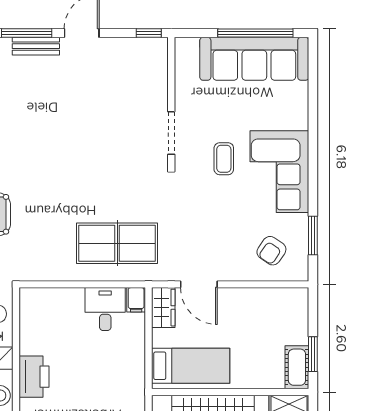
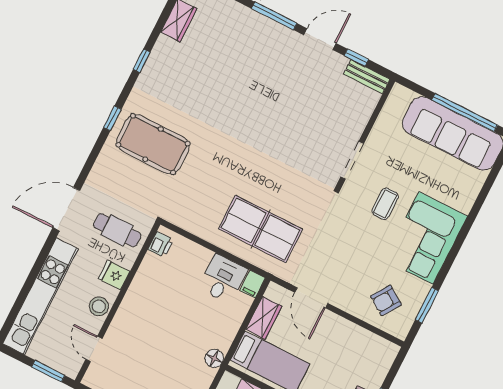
window: (149, 33) -> (356, 58), moved
bench: (36, 46) -> (367, 77), moved
wardrobe: (163, 308) -> (264, 318), moved
printer: (34, 377) -> (161, 245), moved, width x0.53, depth x0.68
floor lamp: (135, 389) -> (214, 358), added

